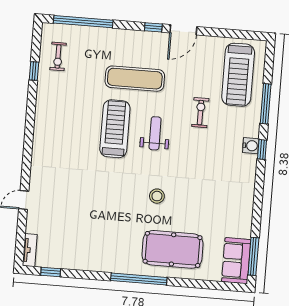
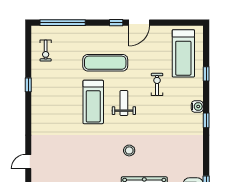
window: (34, 71) -> (28, 85), moved
window: (266, 104) -> (206, 74), width x0.46
treadmill: (115, 129) -> (93, 102), turned 180
window: (262, 150) -> (206, 120), moved

